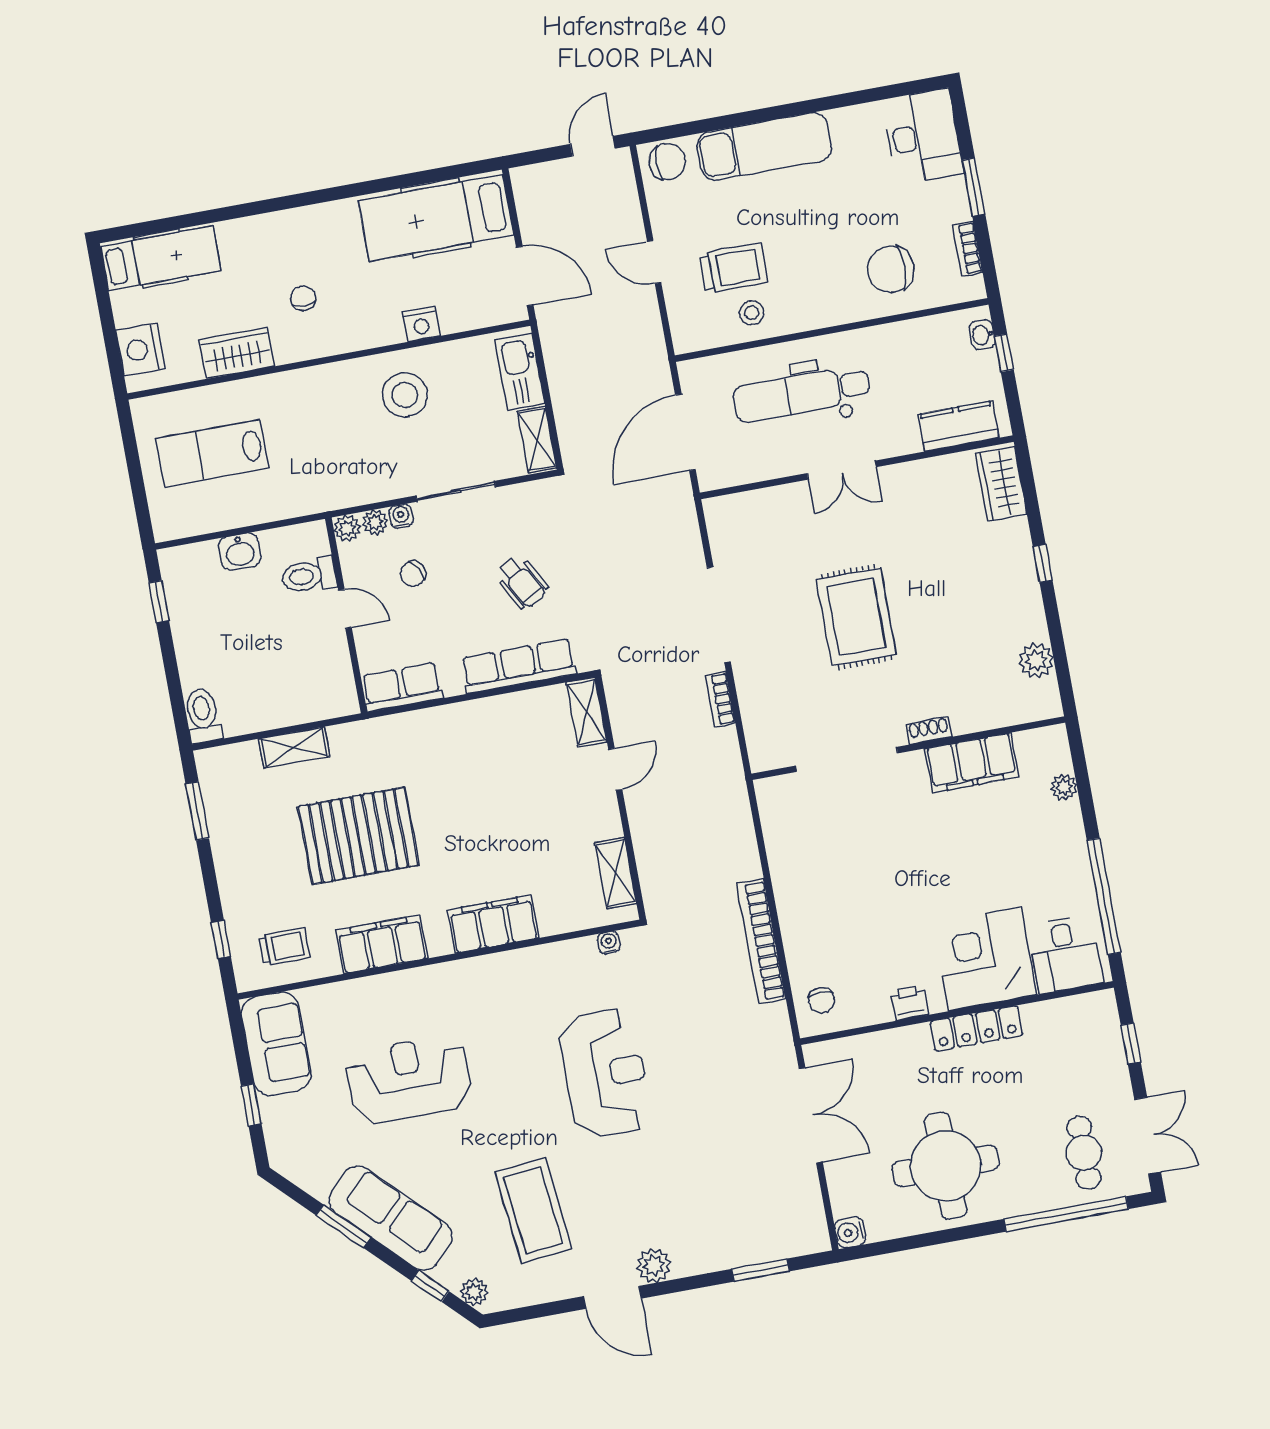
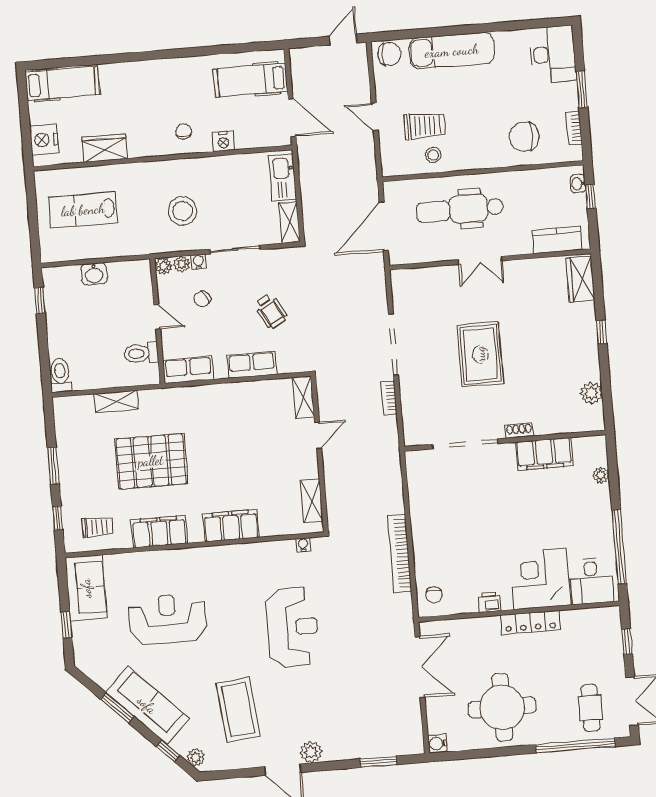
hospital bed: (436, 218) -> (250, 80), width x0.73, depth x0.78
chair: (303, 298) -> (184, 132), moved
stool: (405, 395) -> (182, 211), moved
toilet: (309, 576) -> (141, 353), moved
row of seats: (519, 666) -> (252, 365), width x0.68
window: (197, 811) -> (53, 466), moved

